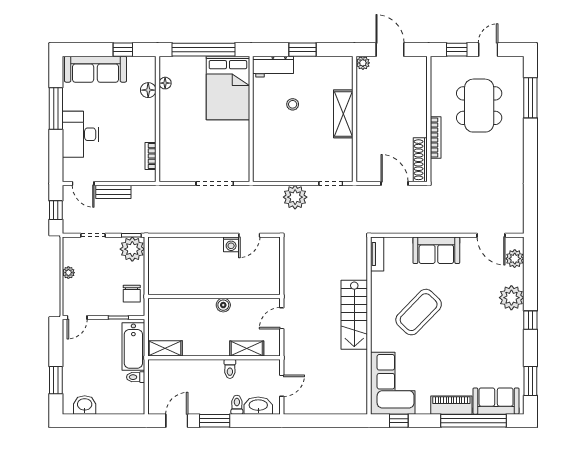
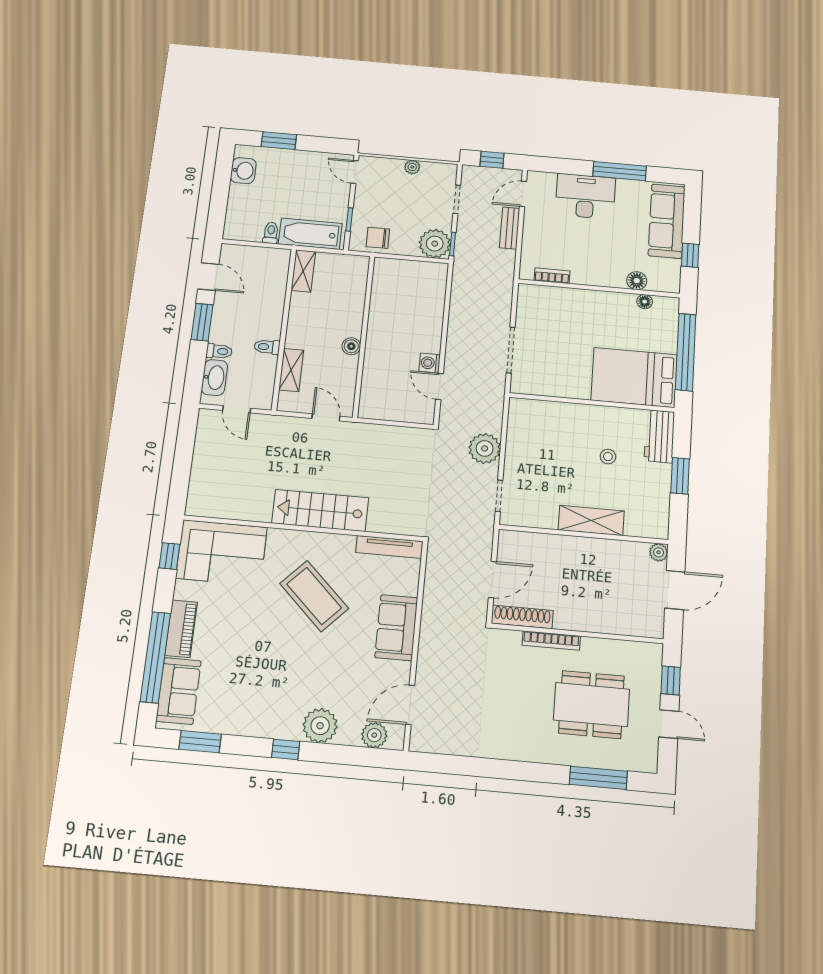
tv unit: (377, 254) -> (389, 547), width x1.41

